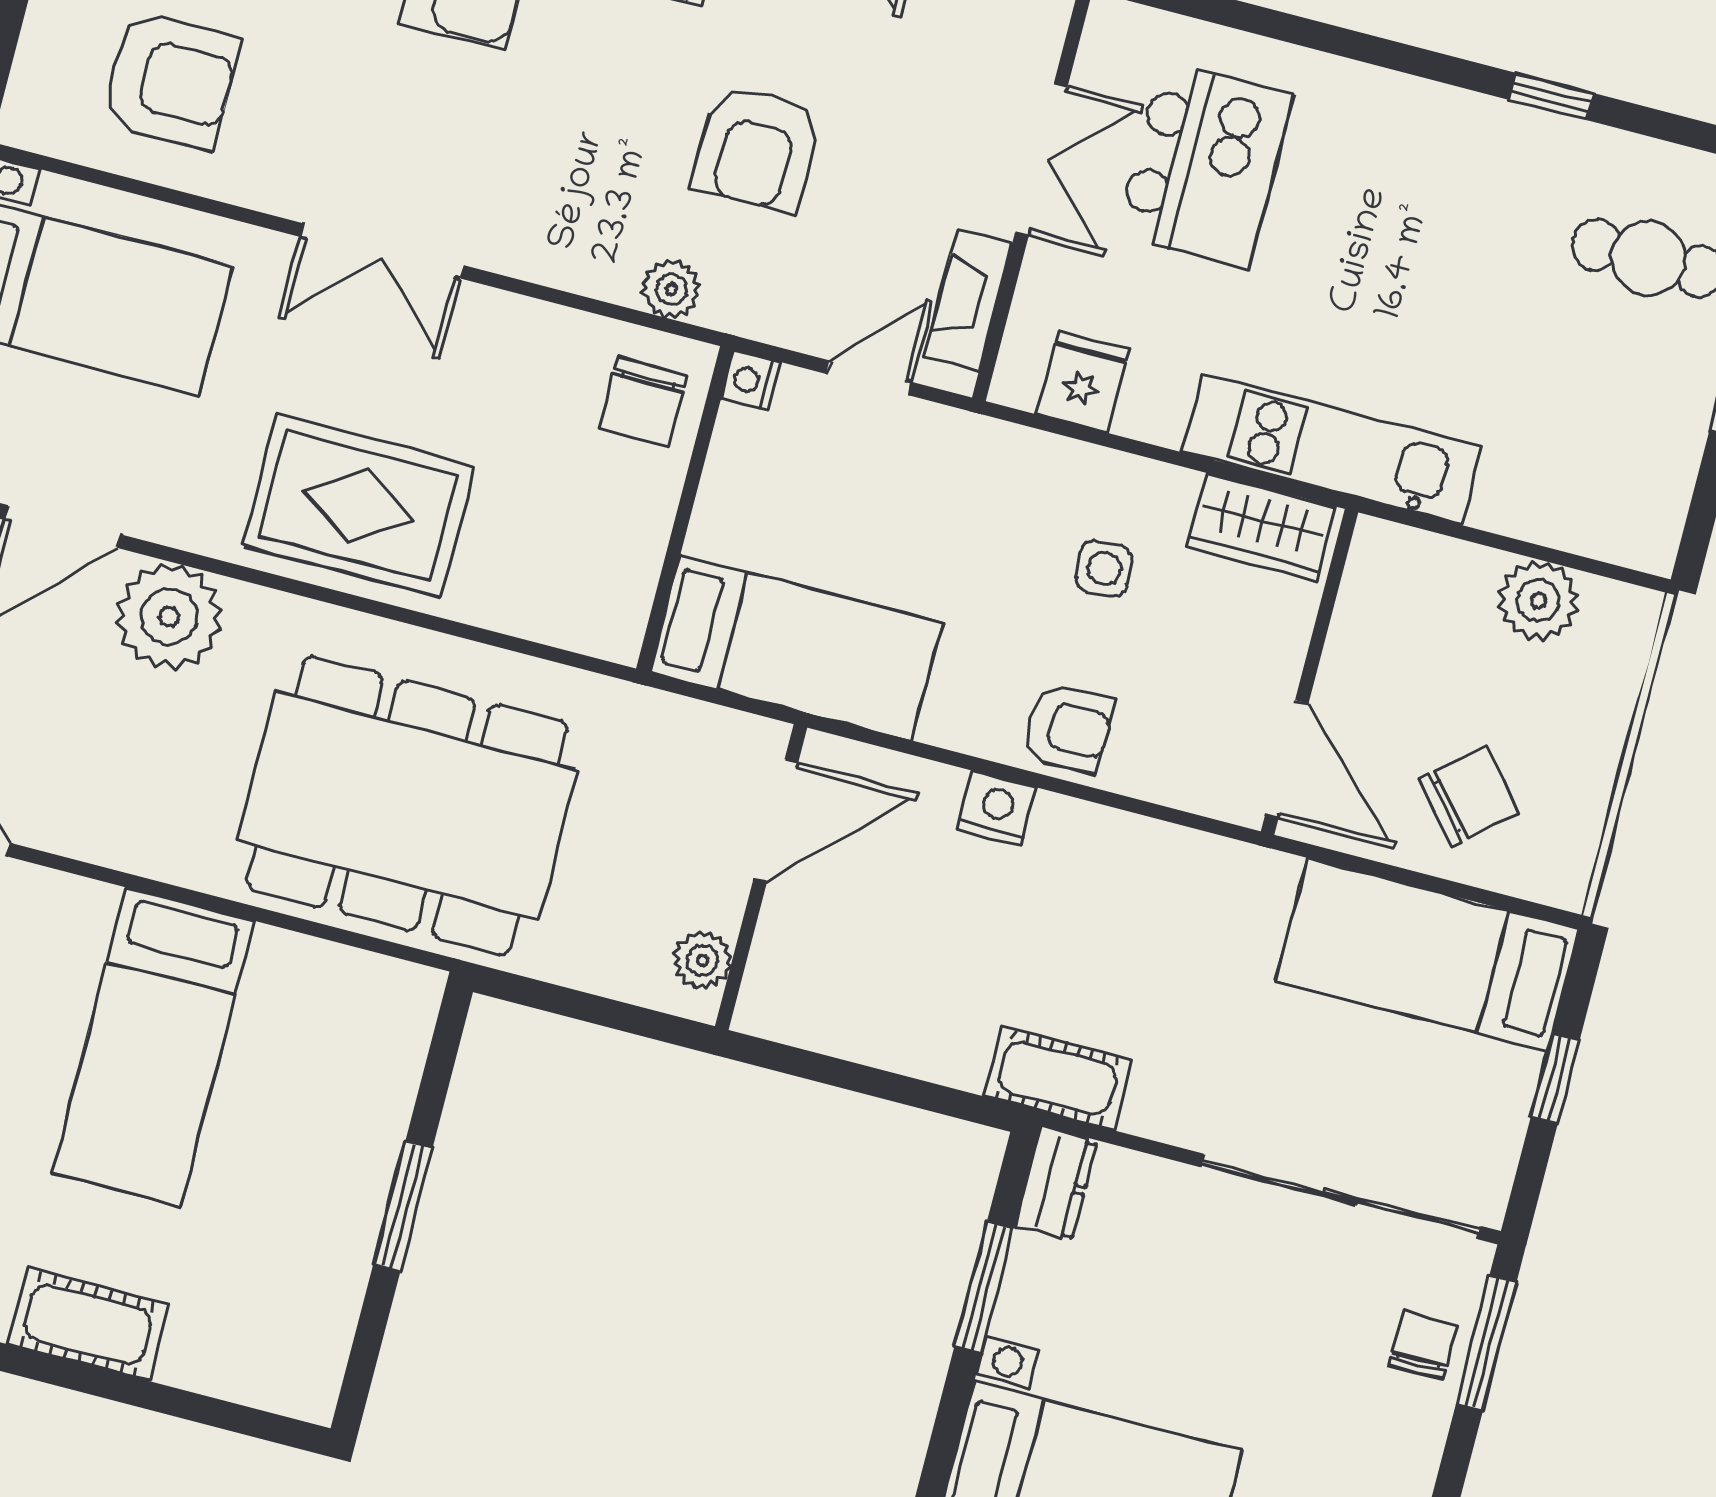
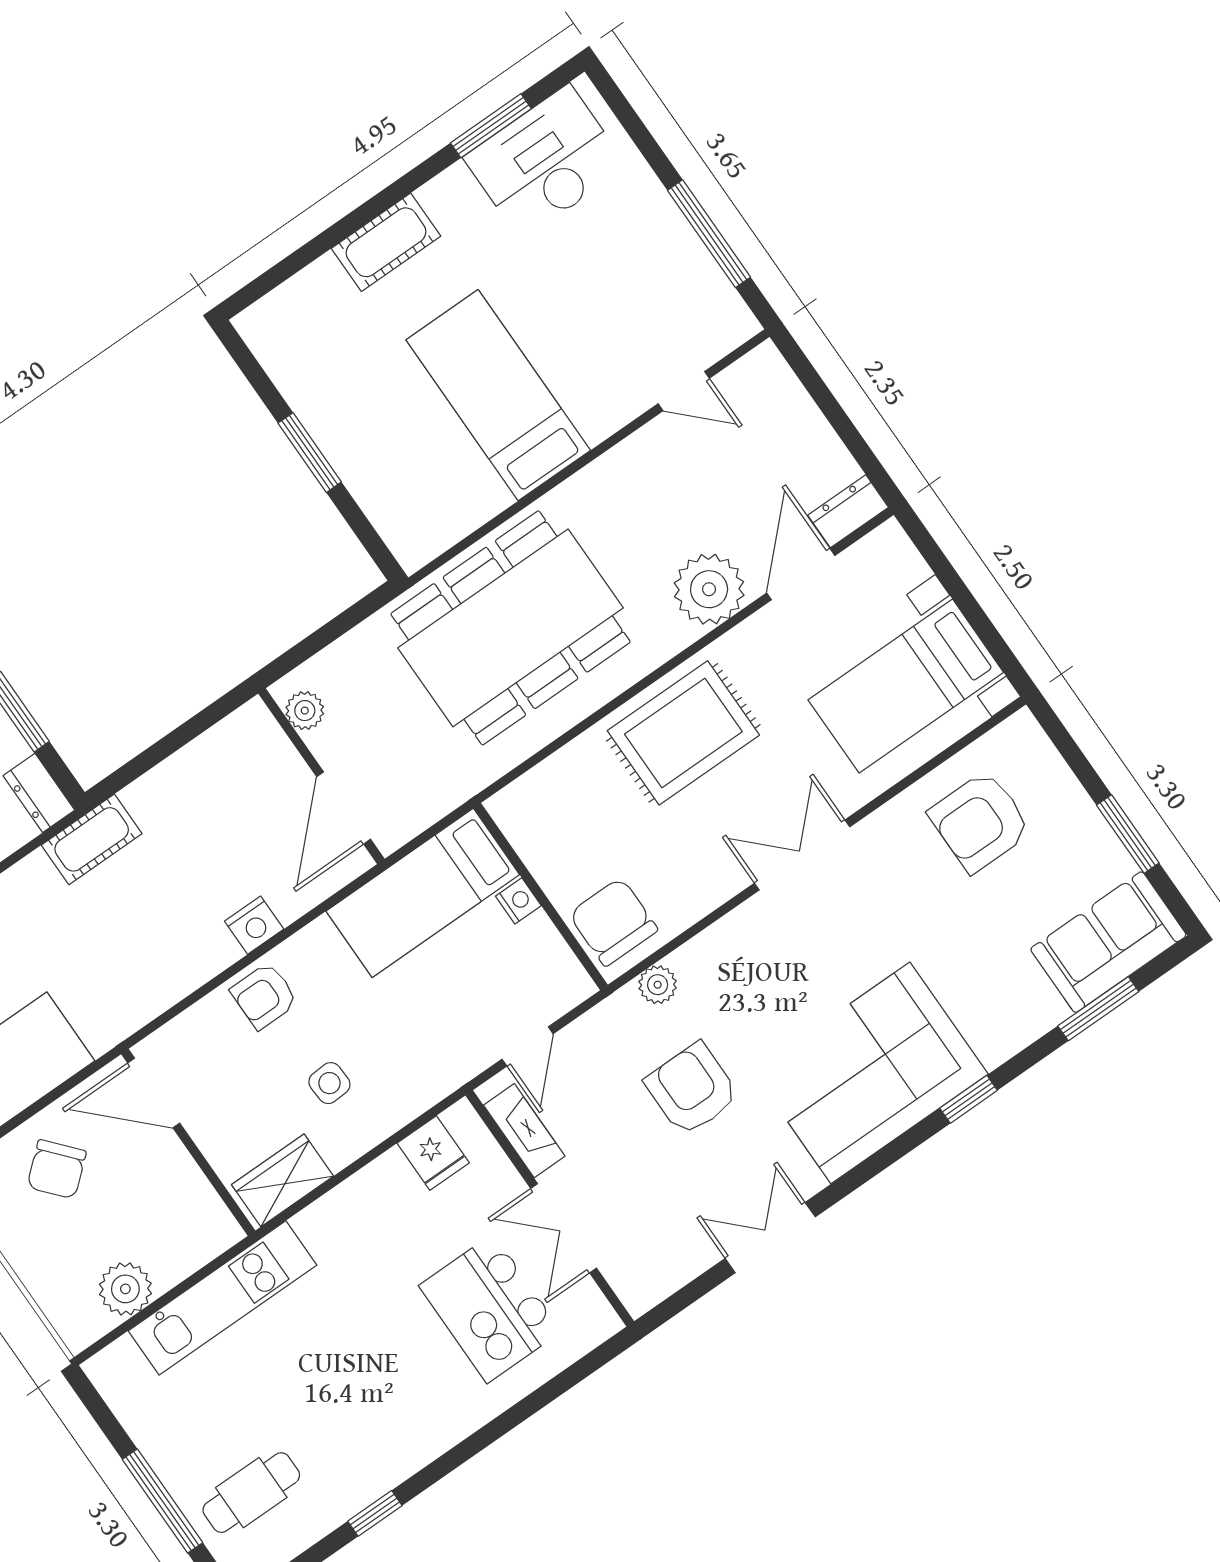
nightstand: (750, 381) -> (518, 901), moved
chair: (643, 401) -> (613, 922), width x1.37, depth x1.37
kitchen unit: (1332, 449) -> (222, 1298), moved

